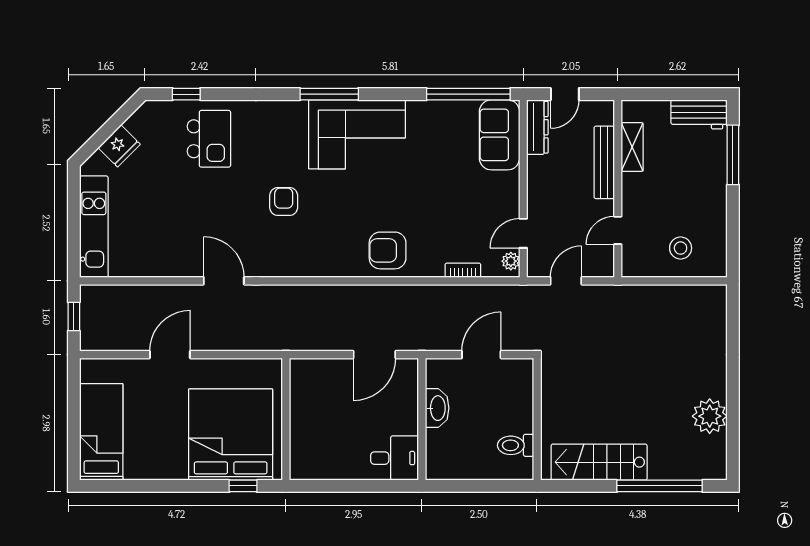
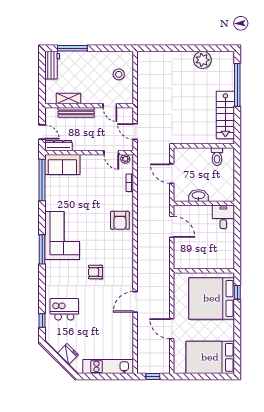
bed: (101, 432) -> (210, 357), width x1.50

